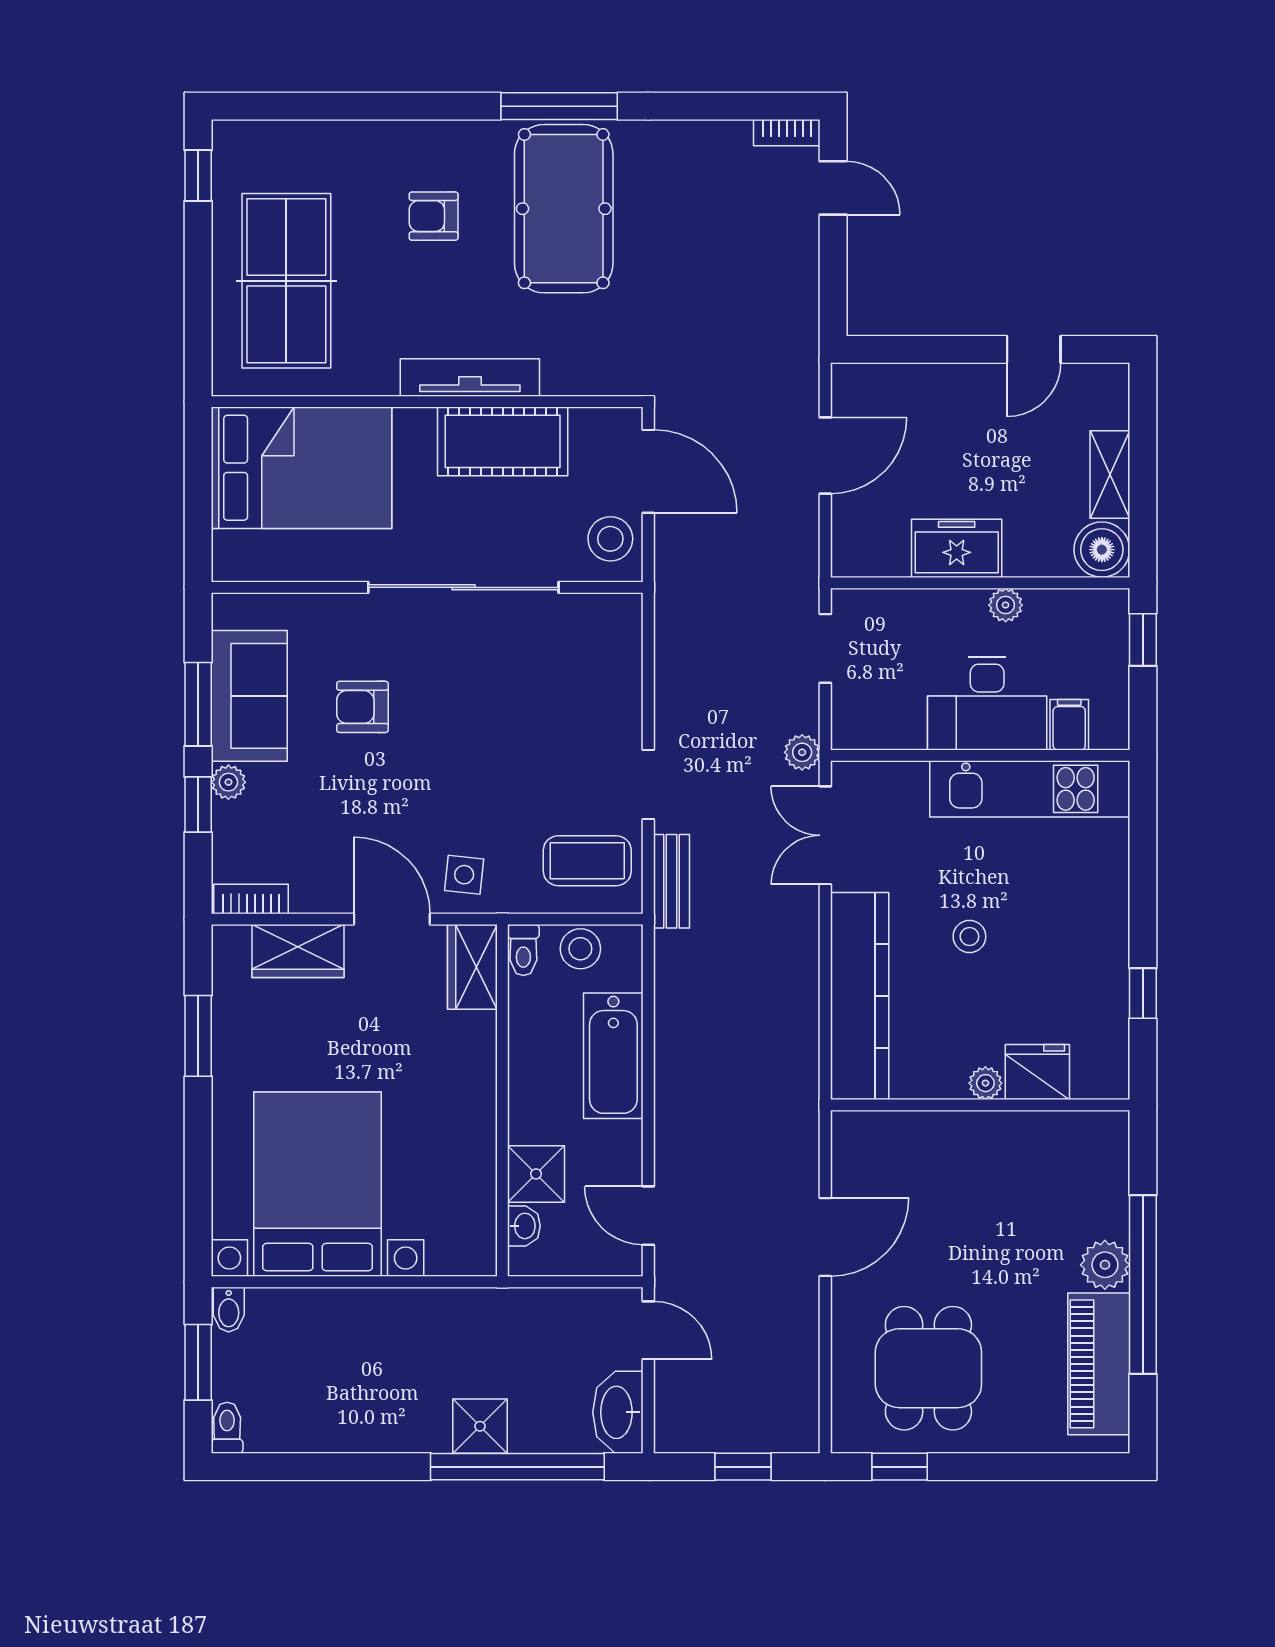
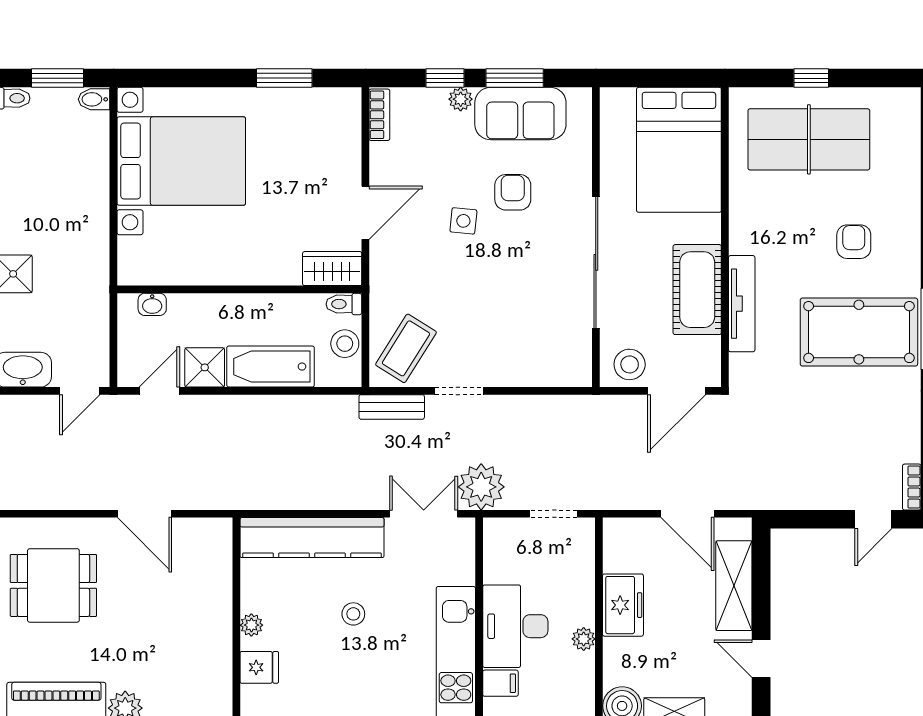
window: (198, 176) -> (811, 78), moved
tv unit: (470, 377) -> (742, 304), moved
shelving: (929, 389) -> (734, 586), added
plant: (802, 752) -> (481, 487), width x1.88, depth x1.88
coffee table: (587, 861) -> (406, 348), turned 32
side table: (464, 875) -> (463, 221), moved
wardrobe: (298, 951) -> (343, 147), removed
fridge: (1037, 1072) -> (259, 667), width x0.72
shower: (536, 1174) -> (205, 367), moved

